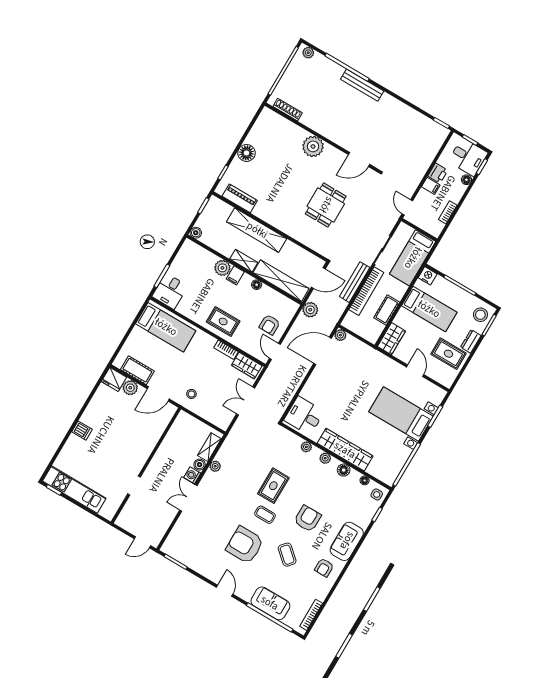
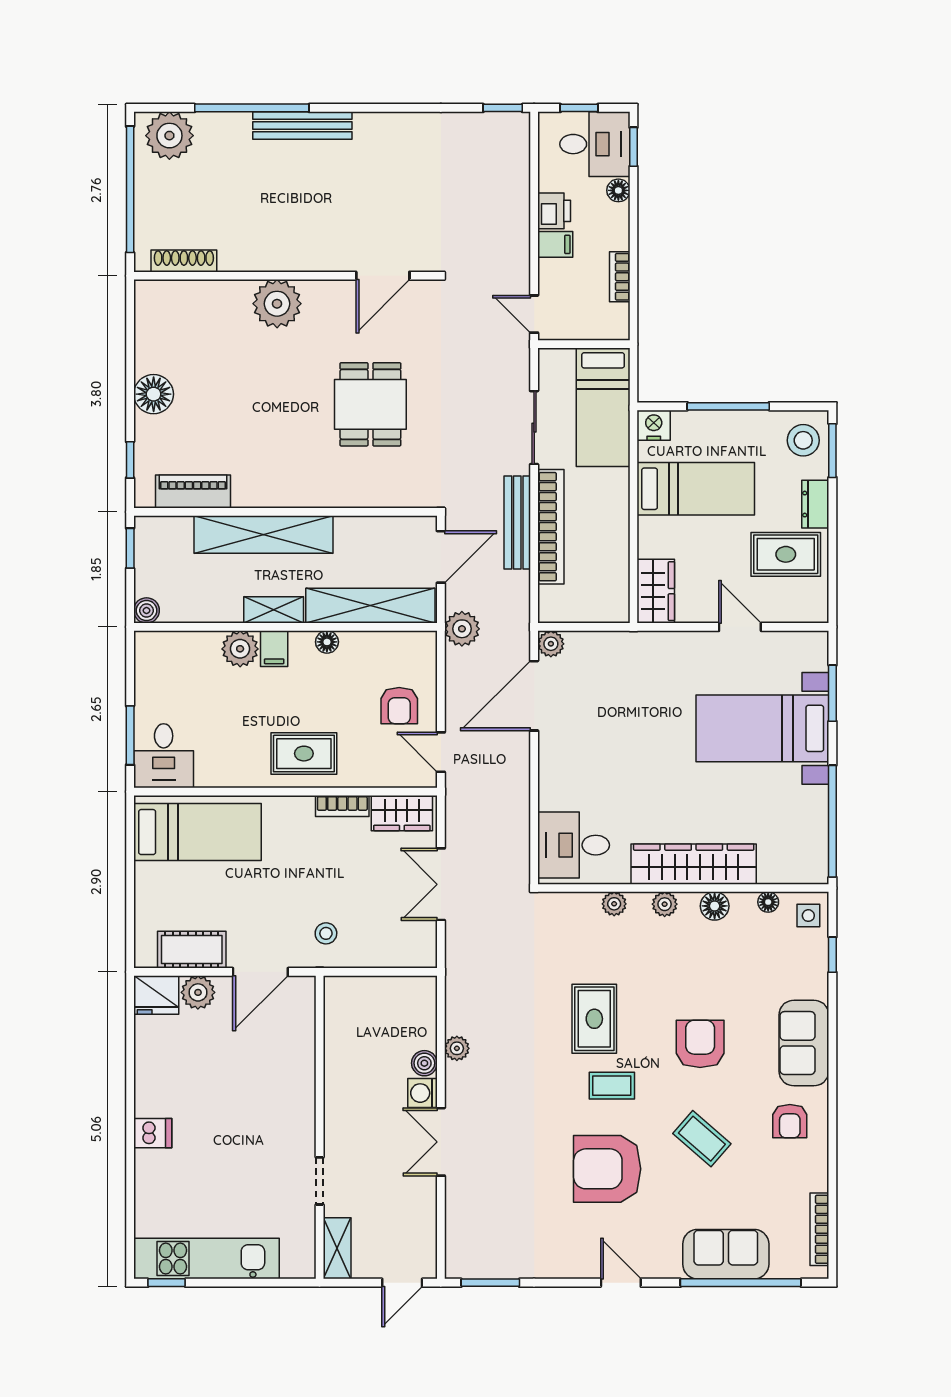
plant: (308, 53) -> (169, 136), width x1.87, depth x1.87
cot: (387, 310) -> (613, 540), removed
shelving: (209, 447) -> (337, 1248), moved

